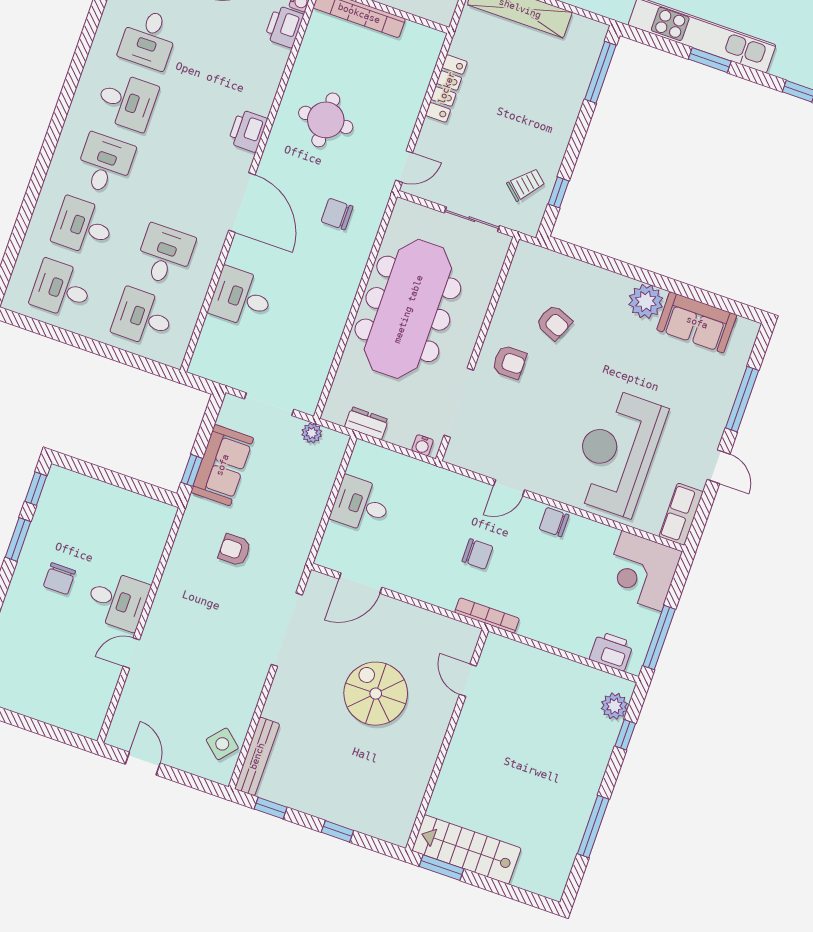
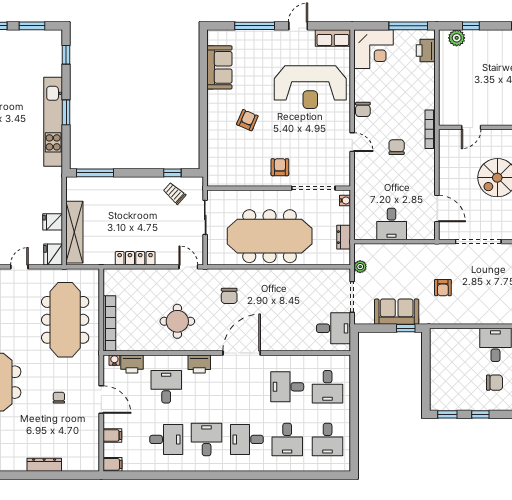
desk: (230, 67) -> (166, 387), added
desk: (241, 298) -> (333, 328), moved, turned -90
plant: (646, 301) -> (218, 101), removed
armchair: (554, 322) -> (247, 120), moved
window: (18, 539) -> (480, 414), width x0.67

